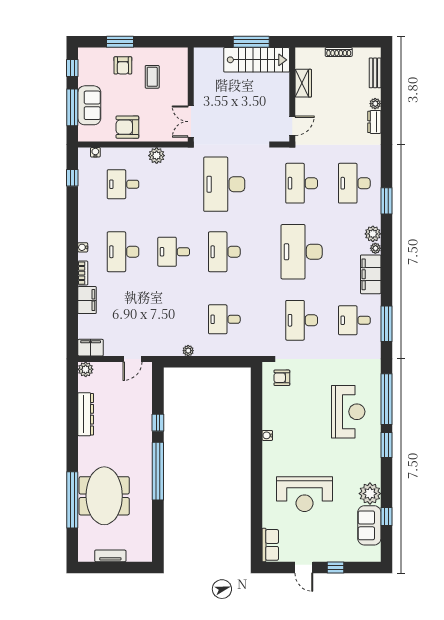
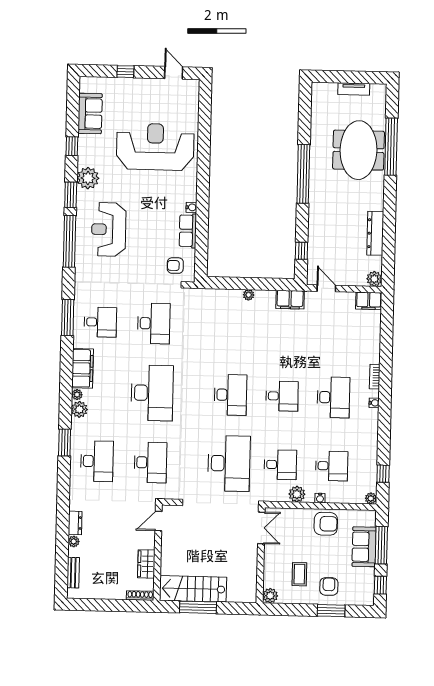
shoe rack: (339, 52) -> (140, 596), moved
plant: (180, 55) -> (270, 596), added
water cooler: (95, 152) -> (320, 498), moved
plant: (84, 153) -> (371, 498), added
filing cabinet: (87, 300) -> (290, 300), moved, turned -90
desk: (224, 319) -> (280, 465), moved
plant: (188, 351) -> (249, 295), moved
door: (132, 359) -> (326, 288), hinge flipped
armchair: (282, 378) -> (175, 266), turned 180
window: (158, 423) -> (301, 251), moved
reception desk: (304, 494) -> (155, 147), width x1.36, depth x1.30
plant: (370, 494) -> (88, 178), moved
window: (387, 516) -> (72, 146), moved
row of seats: (270, 545) -> (188, 231), moved
door: (304, 567) -> (174, 73), moved

